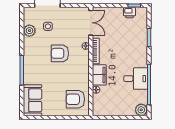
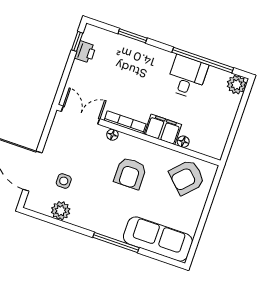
armchair: (60, 53) -> (130, 173), moved
armchair: (75, 99) -> (187, 177), turned 44
sofa: (33, 100) -> (158, 239), width x1.36

